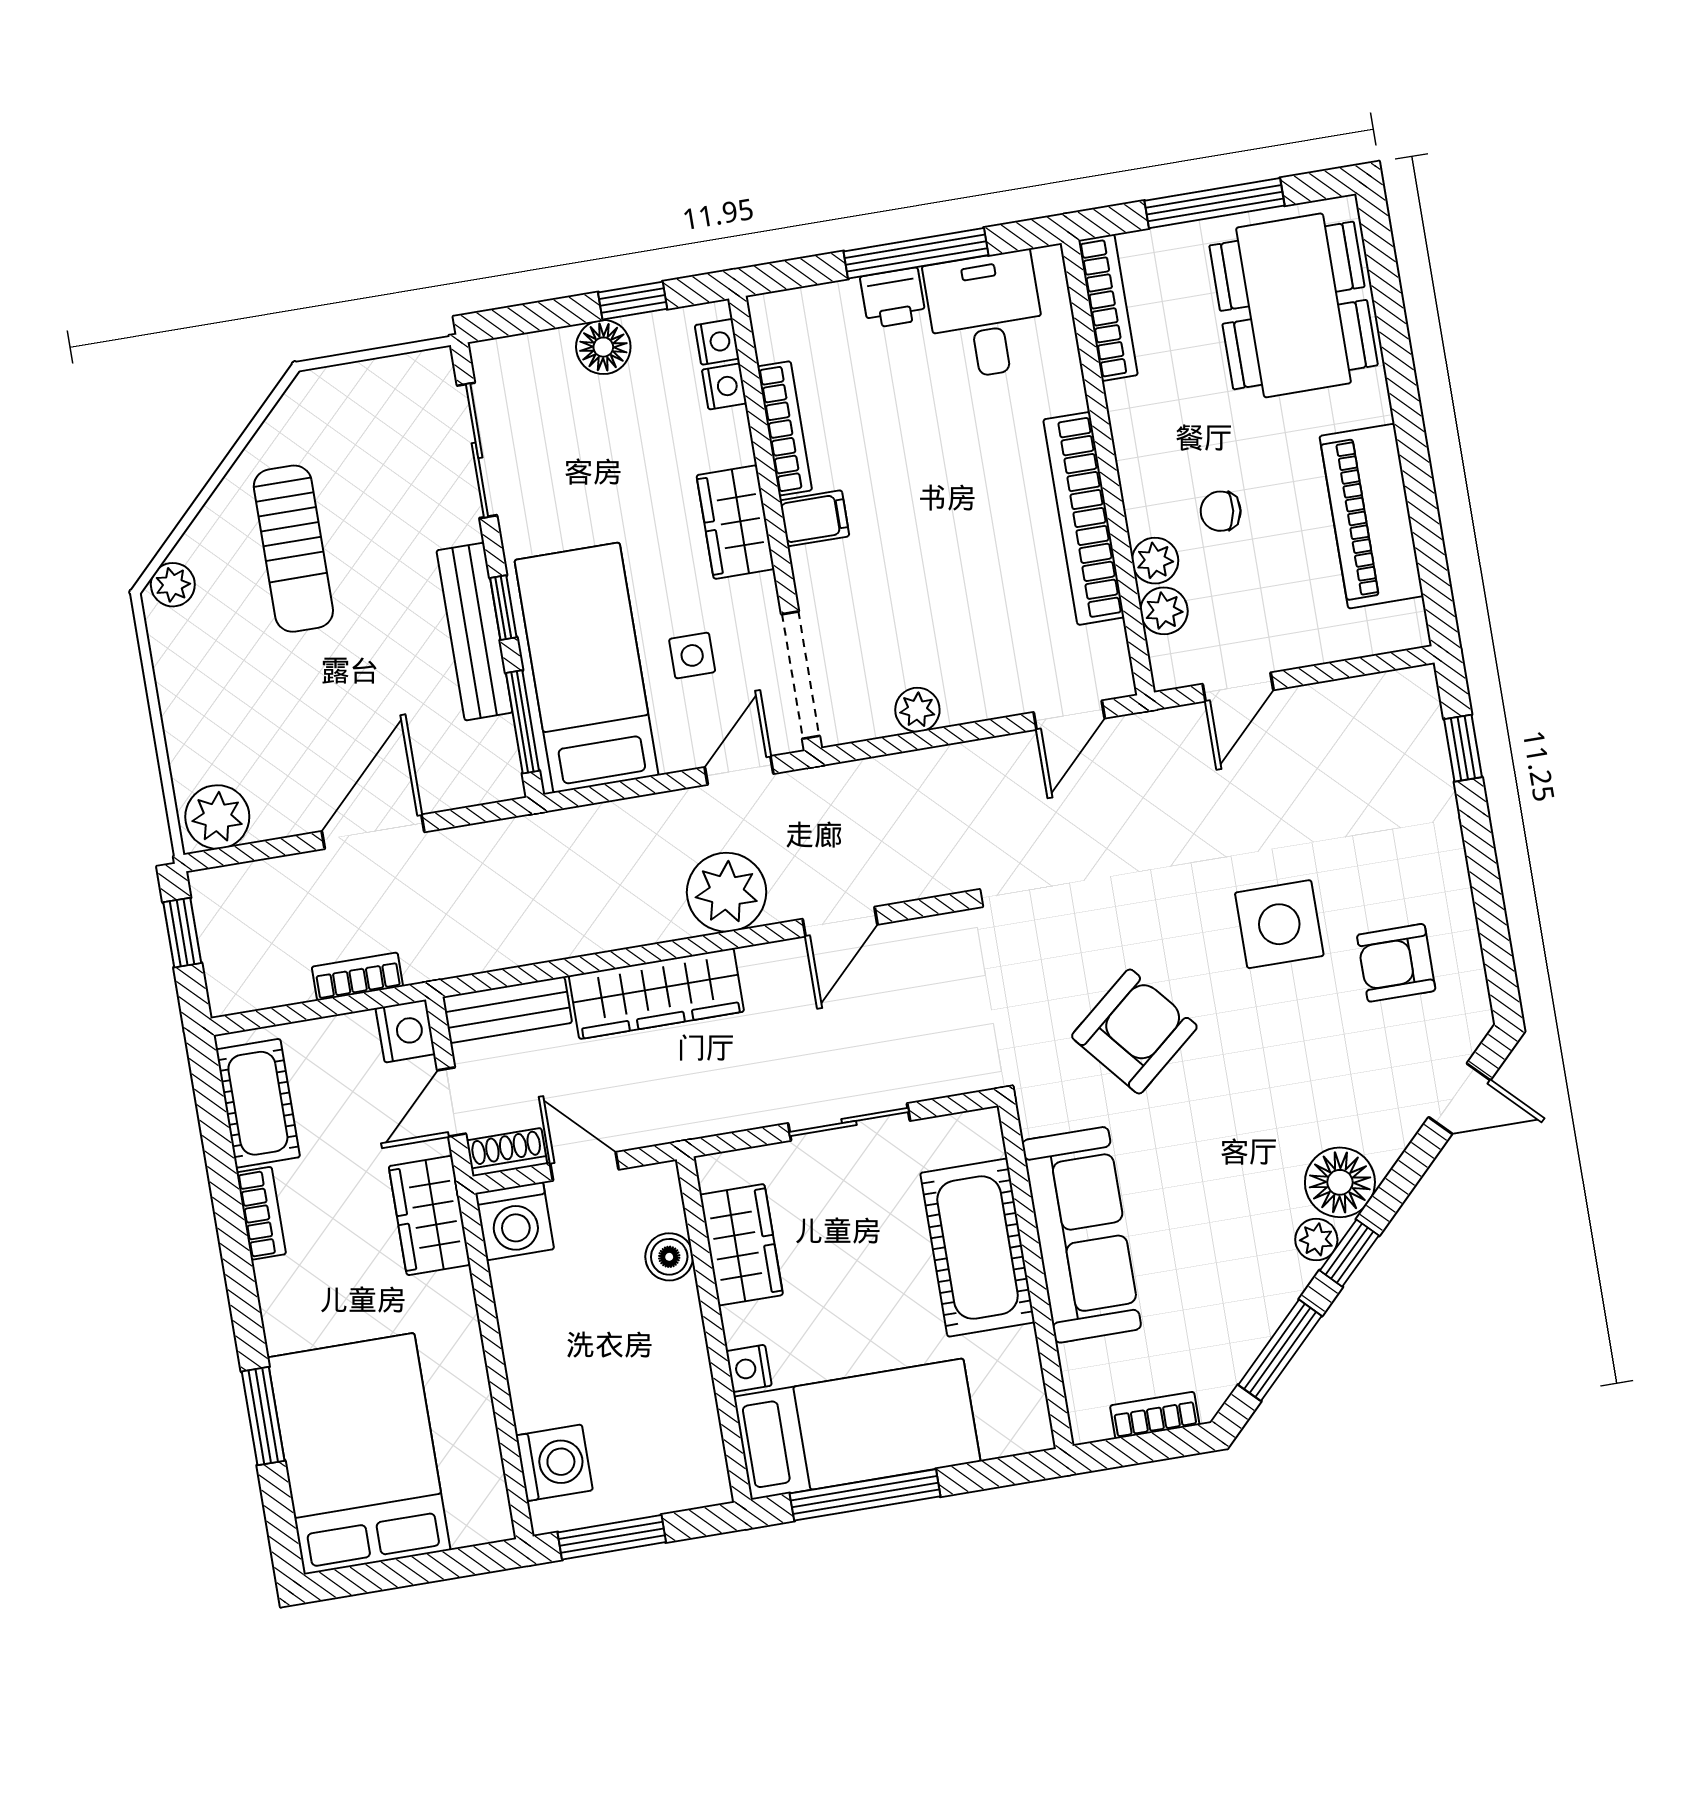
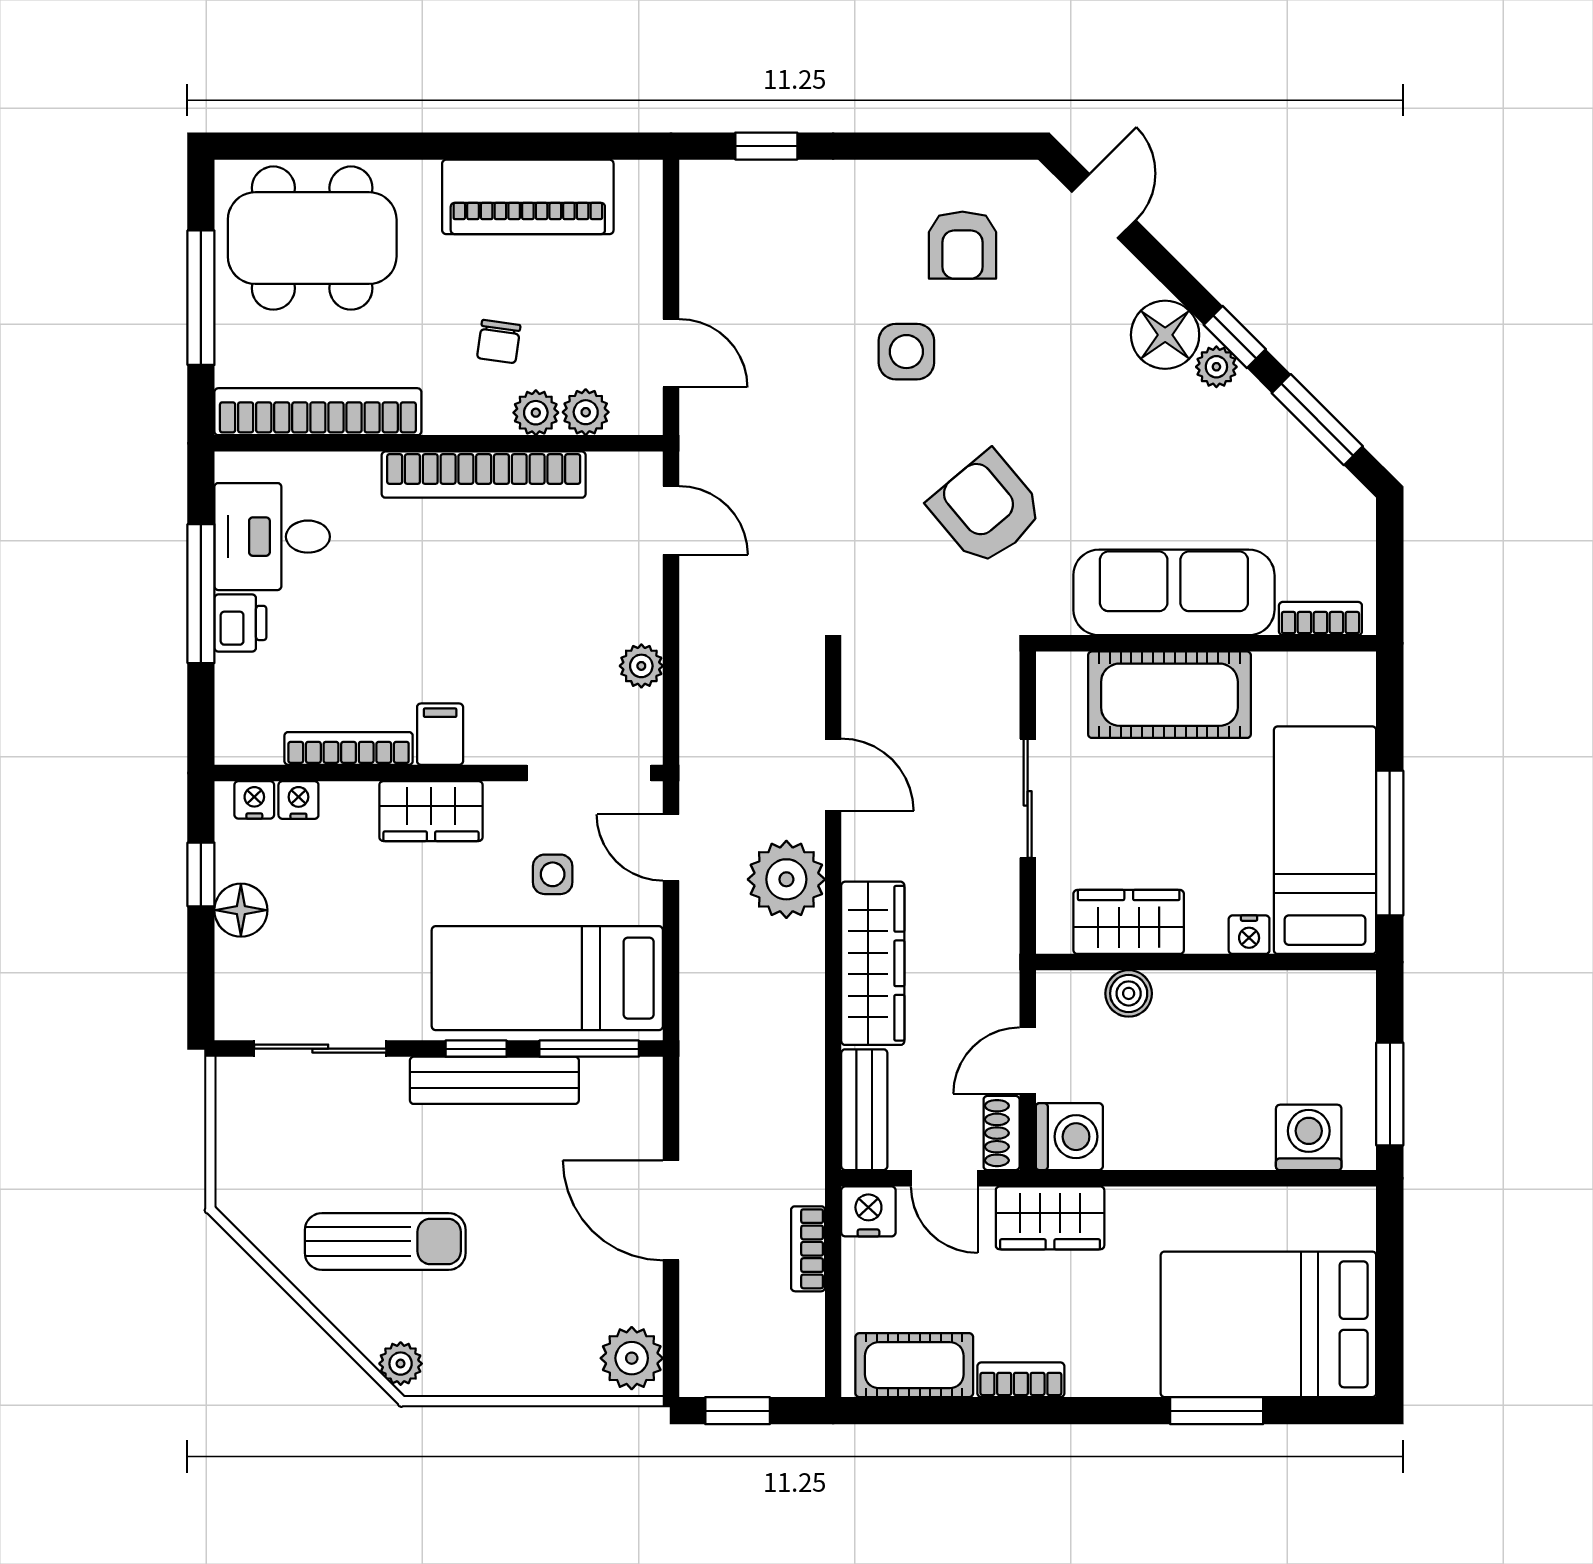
bookcase: (1108, 308) -> (318, 412), width x1.48, depth x1.31
side table: (1279, 924) -> (906, 352), width x0.73, depth x0.73
bookcase: (1155, 1415) -> (1320, 619), moved, turned 90

